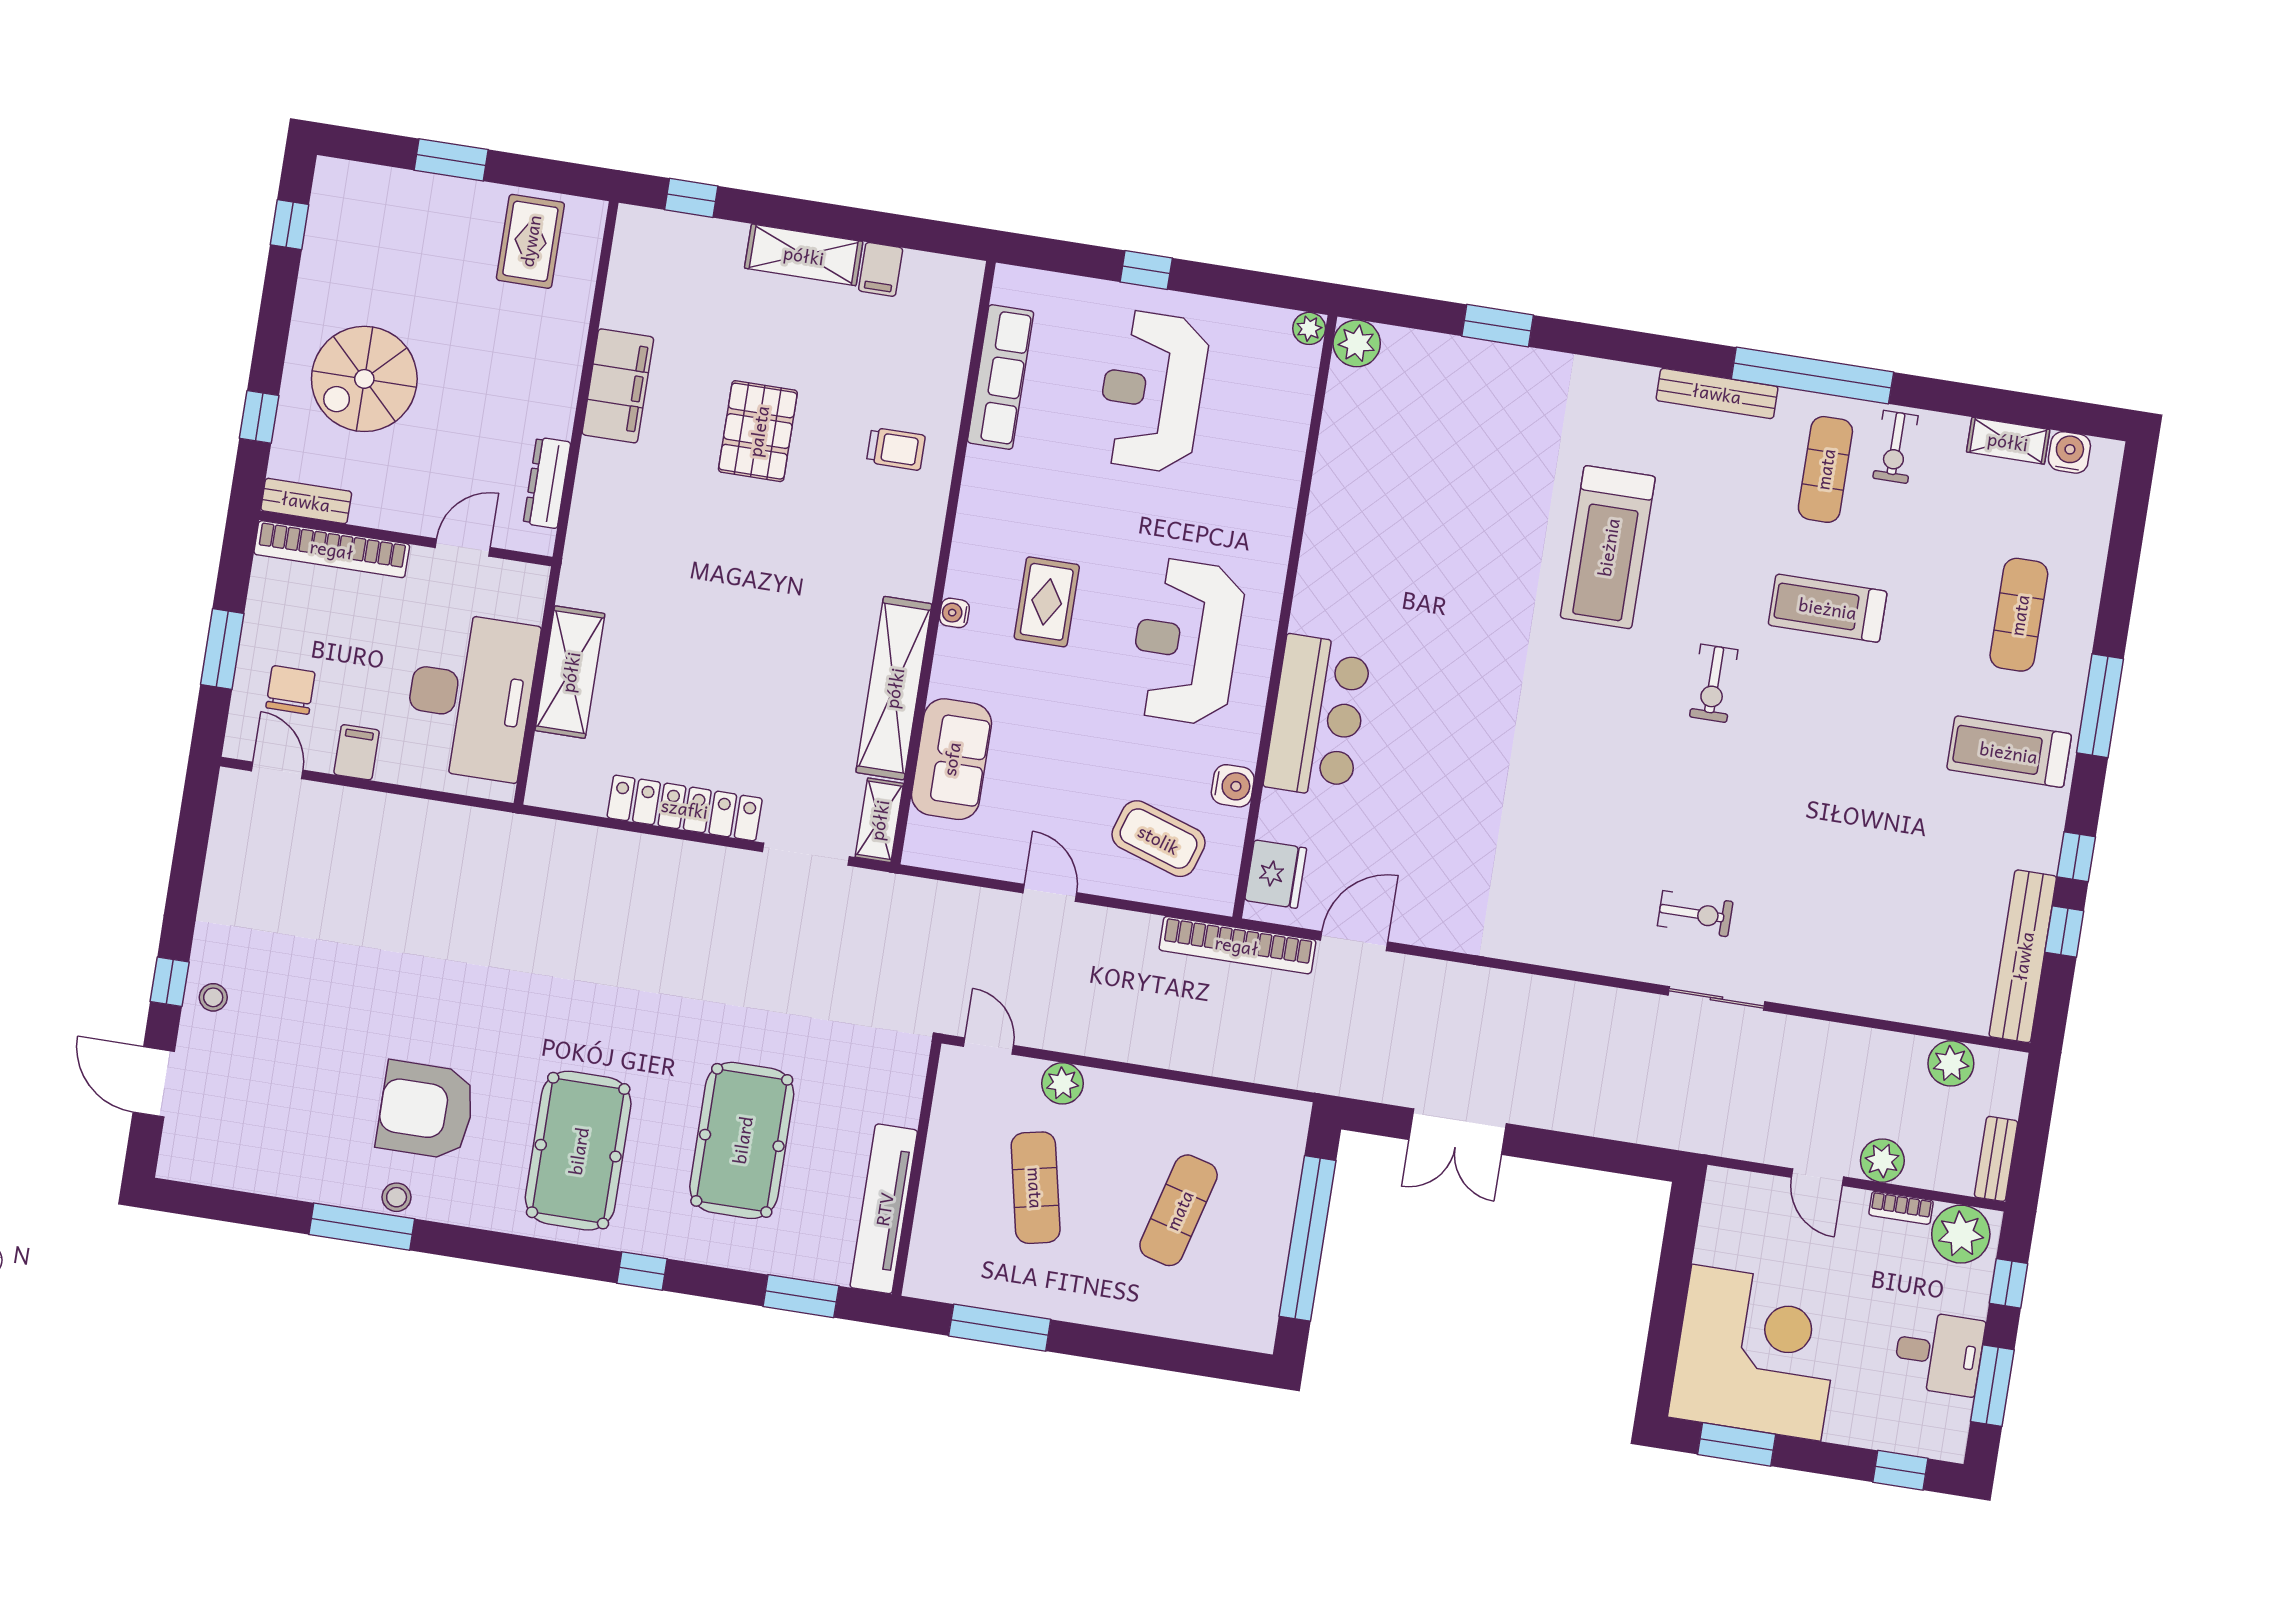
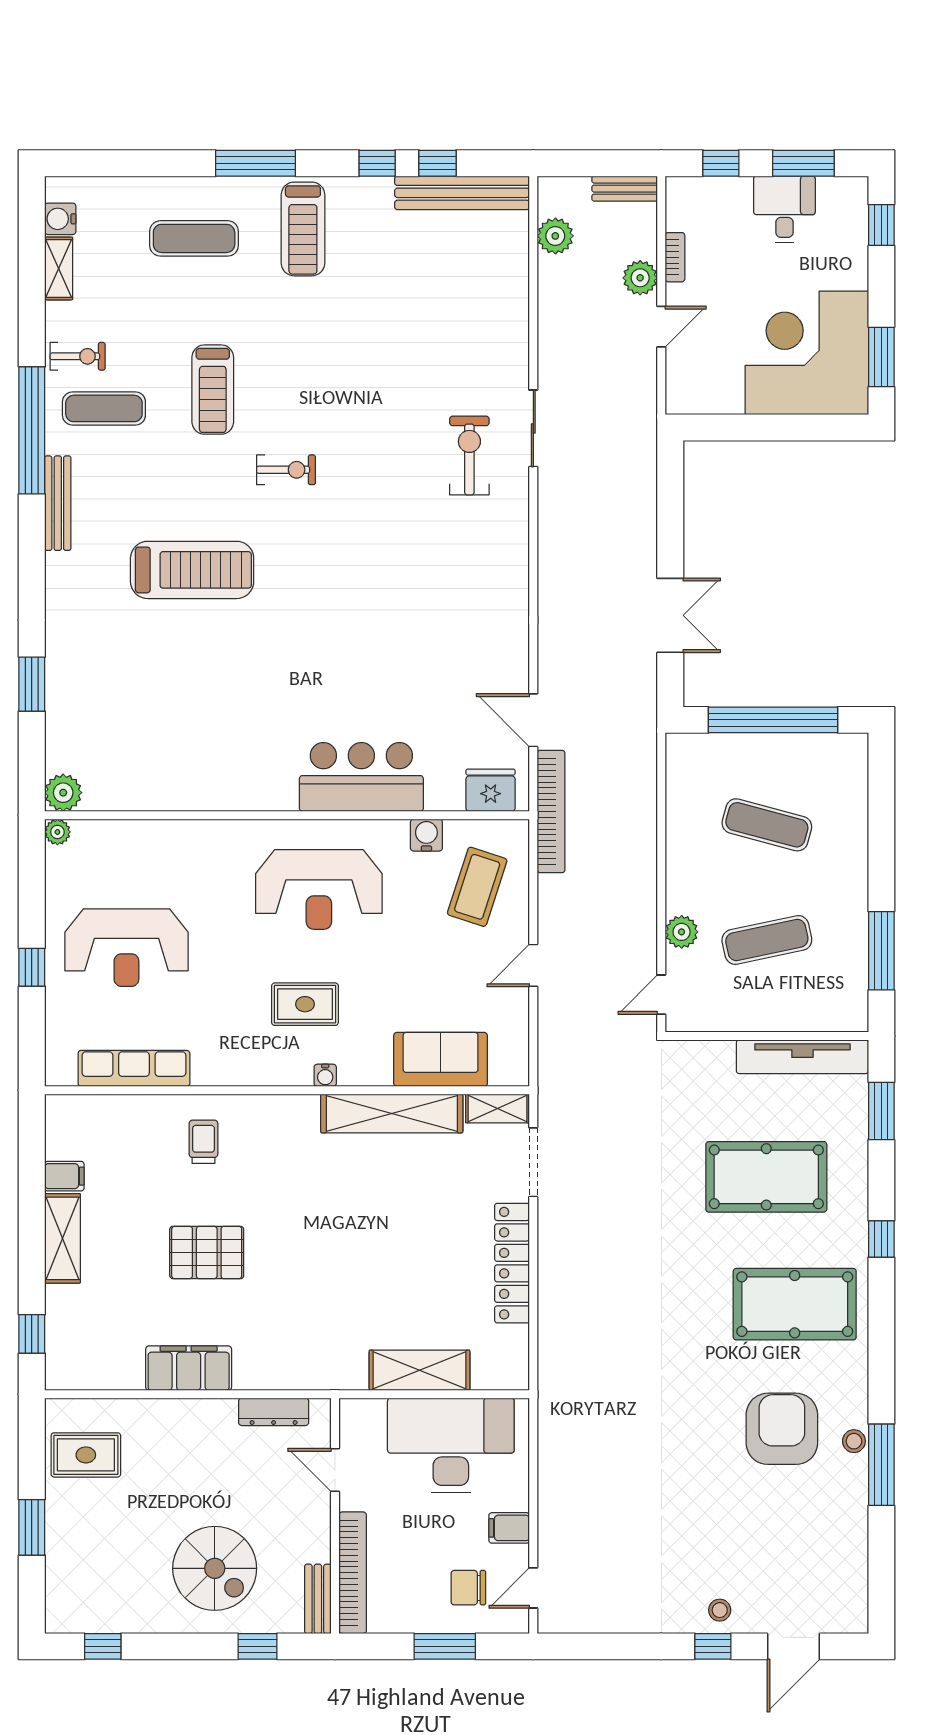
exercise bike: (1695, 914) -> (469, 456), width x1.38, depth x1.39
armchair: (426, 1110) -> (782, 1429), turned 180
plant: (1961, 1234) -> (688, 207), removed

